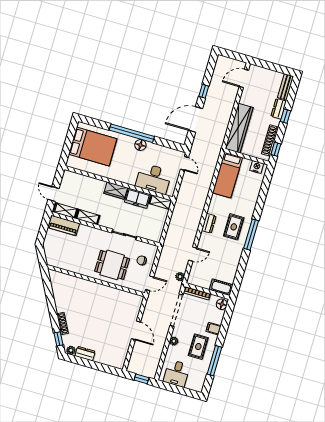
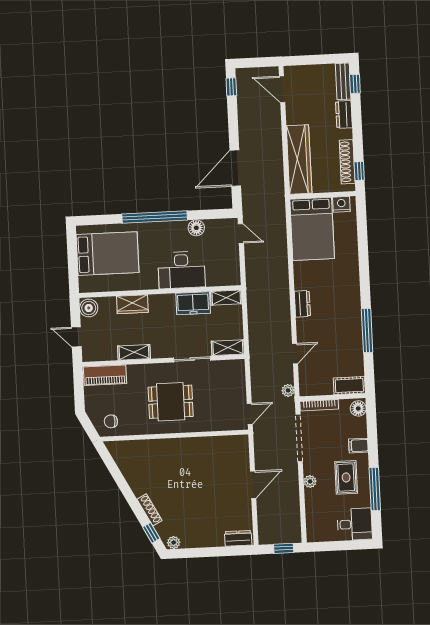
door: (244, 78) -> (282, 89), hinge flipped
window: (204, 91) -> (231, 87), moved
window: (286, 116) -> (355, 84), moved
floor lamp: (140, 145) -> (196, 228), moved
bed: (227, 175) -> (312, 229), width x1.50
boiler: (68, 178) -> (89, 308), added
desk: (154, 179) -> (182, 270), moved
wardrobe: (116, 190) -> (132, 304), moved
shelving: (66, 211) -> (228, 348), moved
rug: (234, 227) -> (338, 297), removed
window: (251, 235) -> (367, 331), moved
chair: (142, 260) -> (111, 421), moved
dining table: (112, 265) -> (171, 402), moved
door: (136, 330) -> (253, 485), hinge flipped
dresser: (85, 354) -> (238, 538), moved
desk: (177, 373) -> (355, 524), moved, turned -90

